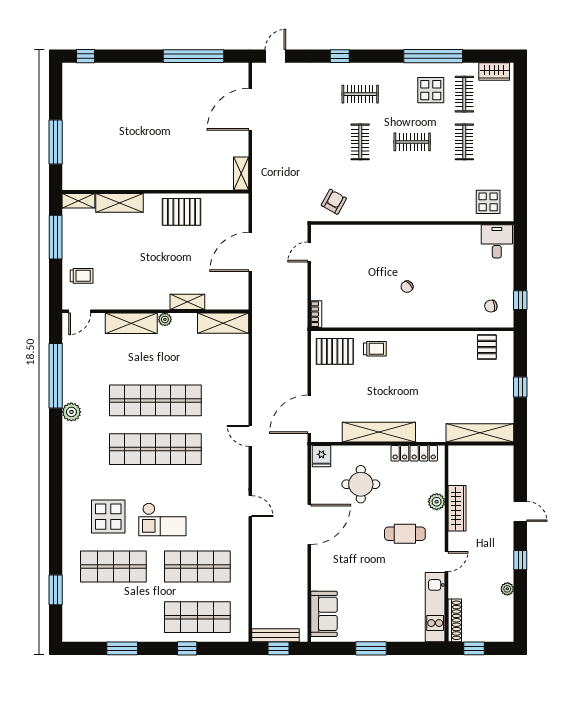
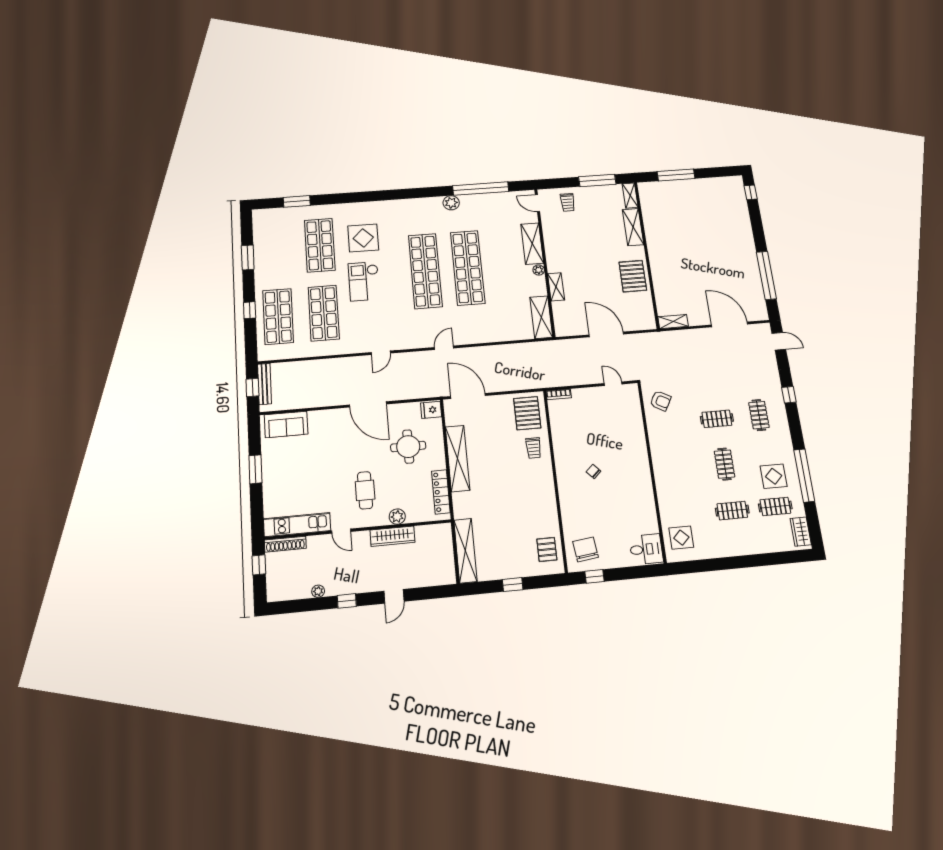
chair: (491, 306) -> (585, 549), width x1.87, depth x1.87
pallet: (487, 347) -> (547, 549), turned 90

